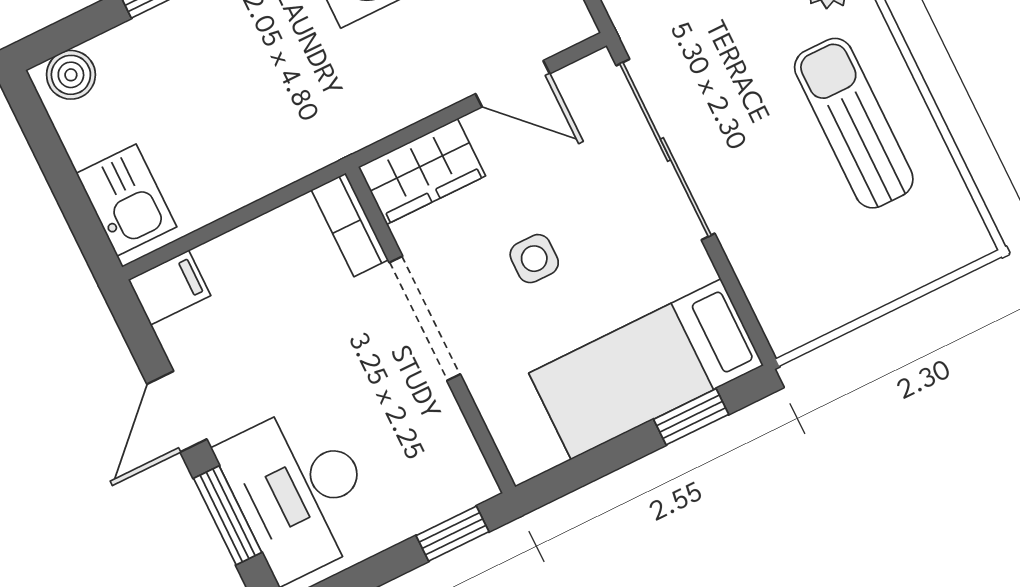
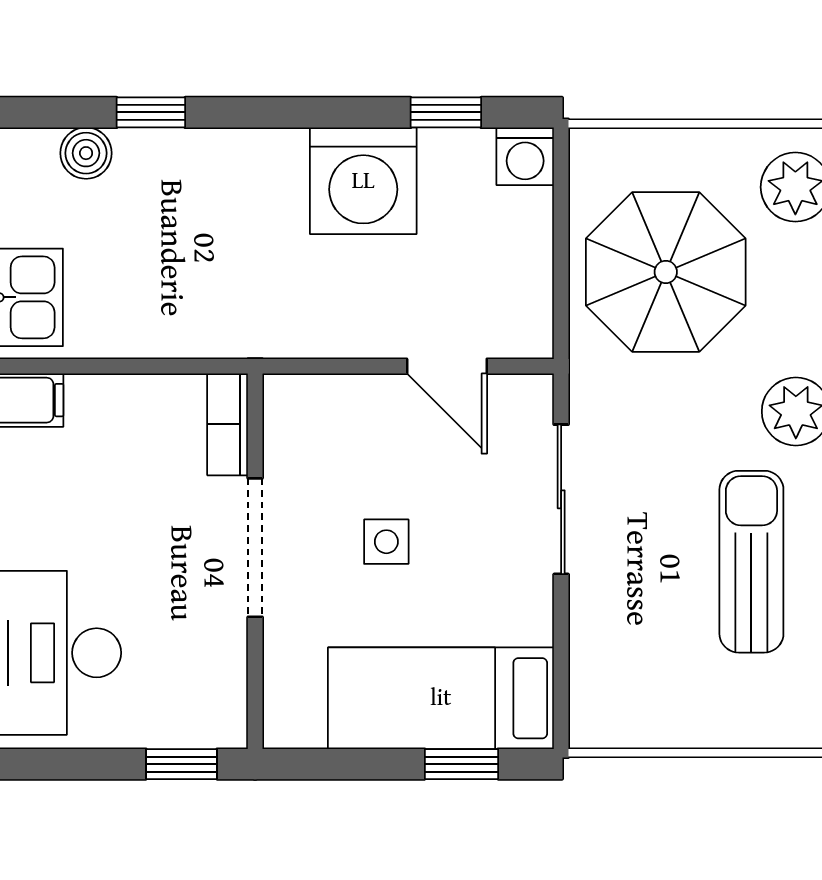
boiler: (71, 75) -> (86, 153), moved
sliding door: (666, 149) -> (561, 499), width x0.73
wardrobe: (422, 171) -> (320, 407), removed

